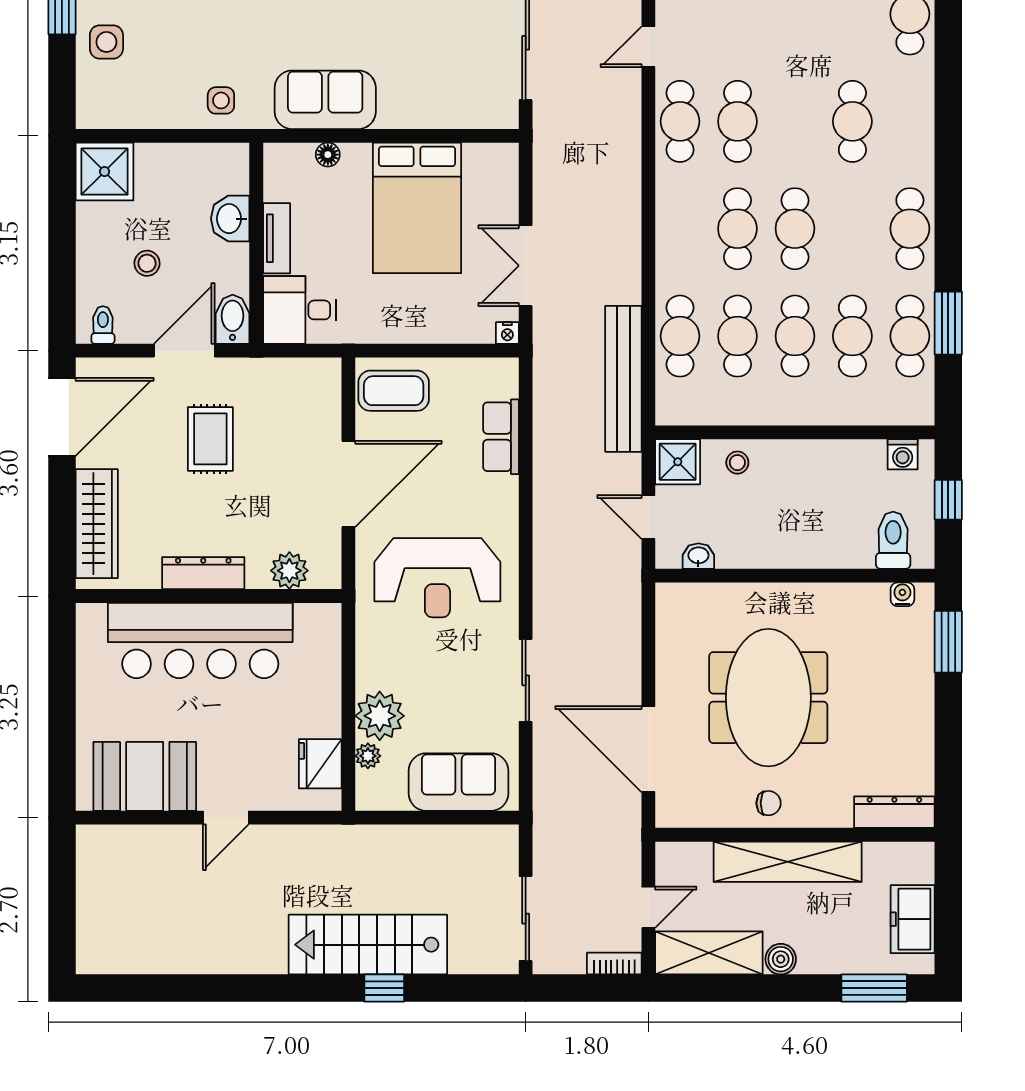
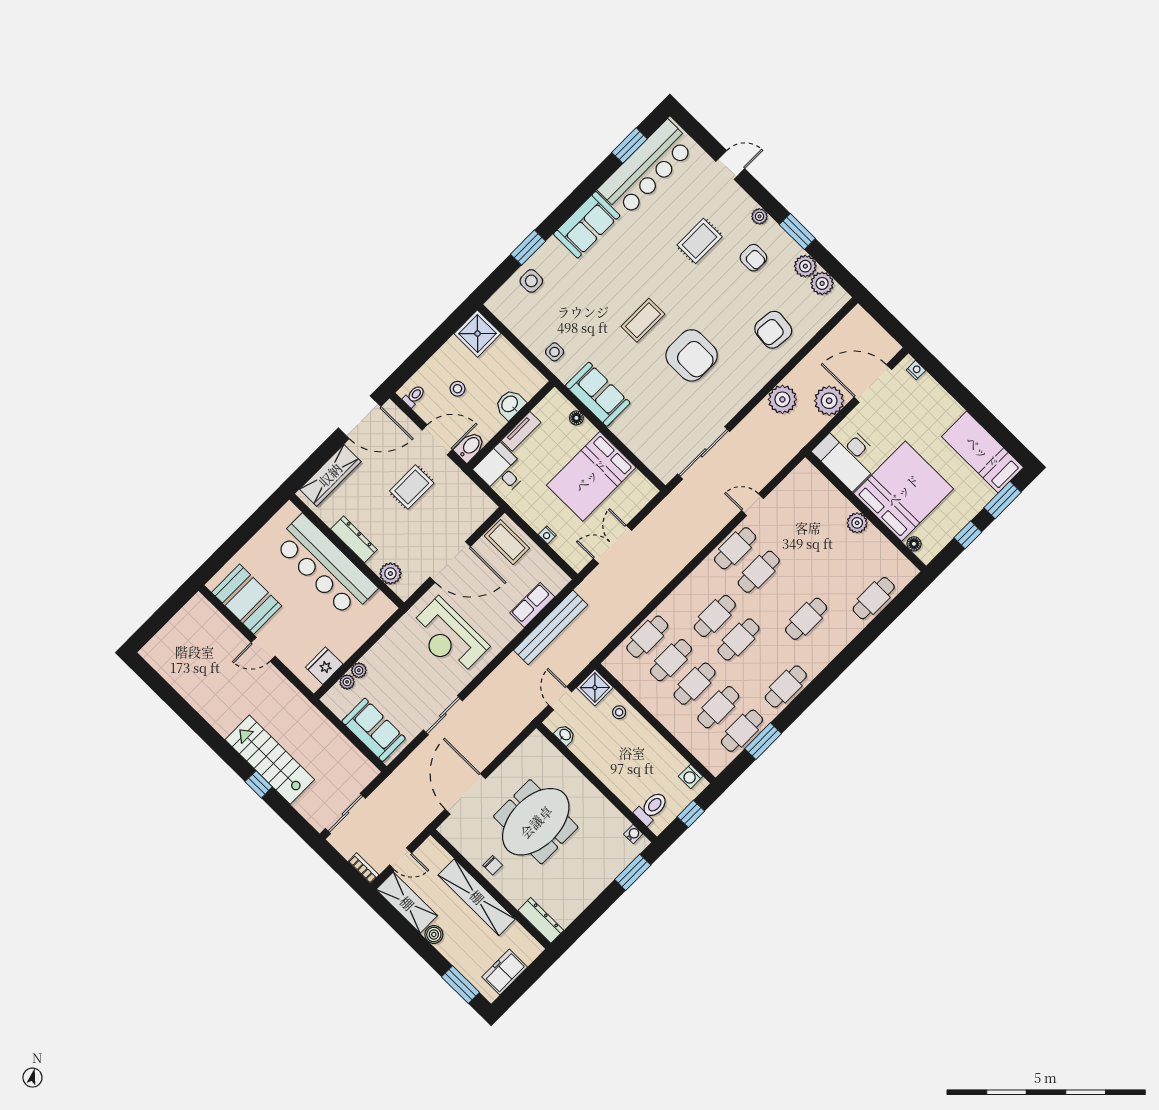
nightstand: (507, 333) -> (547, 535), moved
bench: (623, 379) -> (551, 627), moved
plant: (380, 716) -> (359, 670), width x0.53, depth x0.53

